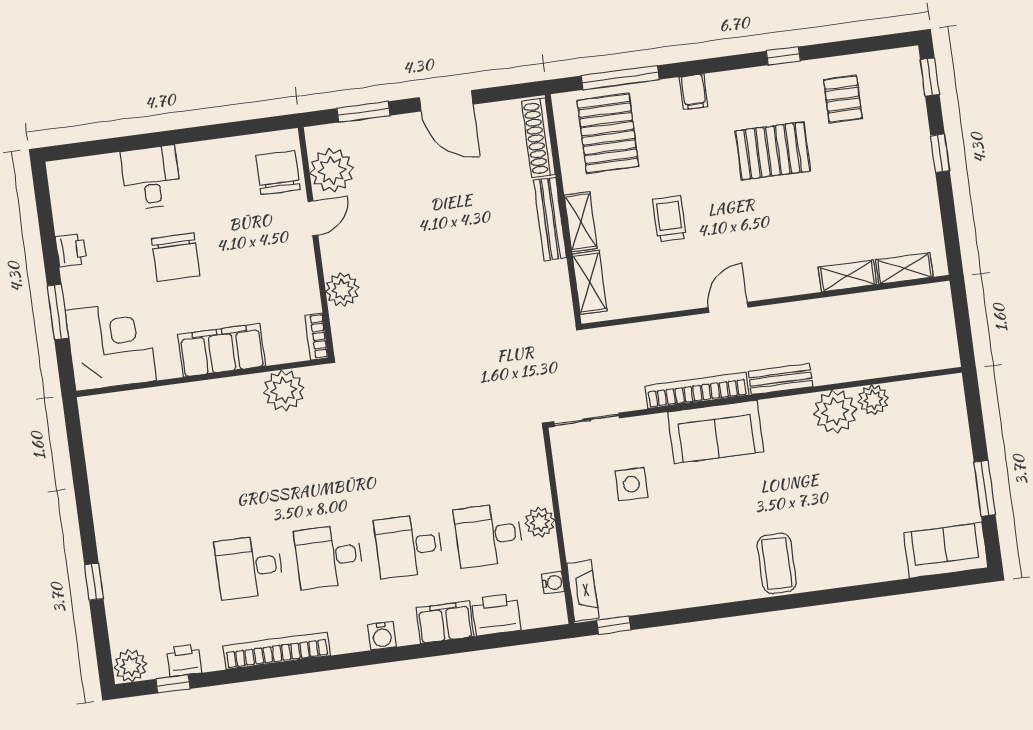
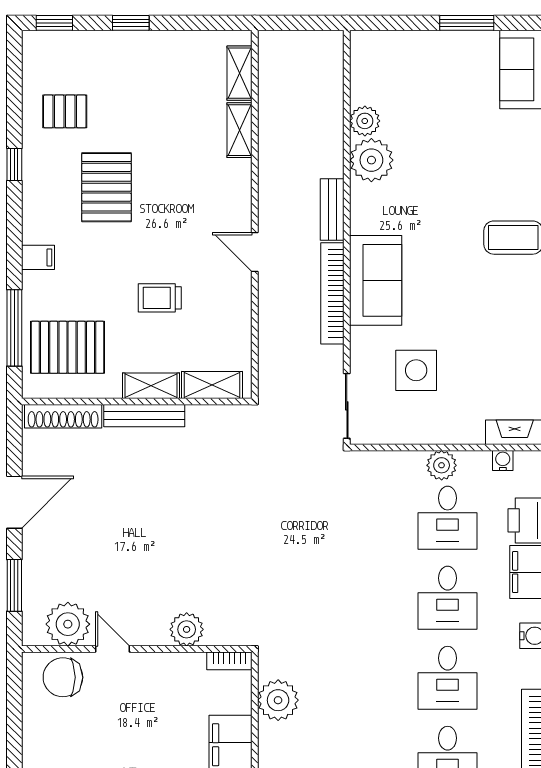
side table: (631, 484) -> (416, 370), width x1.37, depth x1.37

